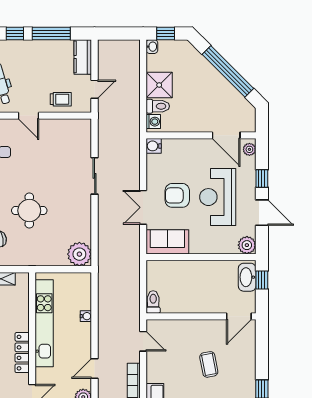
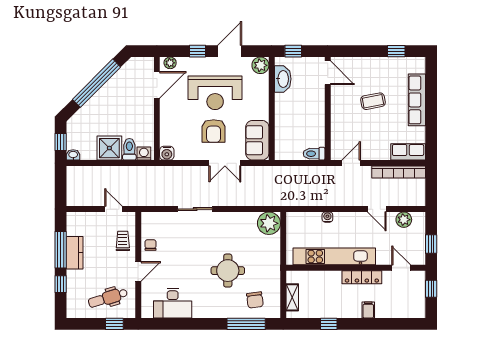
kitchen counter: (83, 57) -> (75, 253), moved, turned -90
chair: (56, 129) -> (151, 245), added
washbasin: (247, 277) -> (283, 79), moved, turned -90

